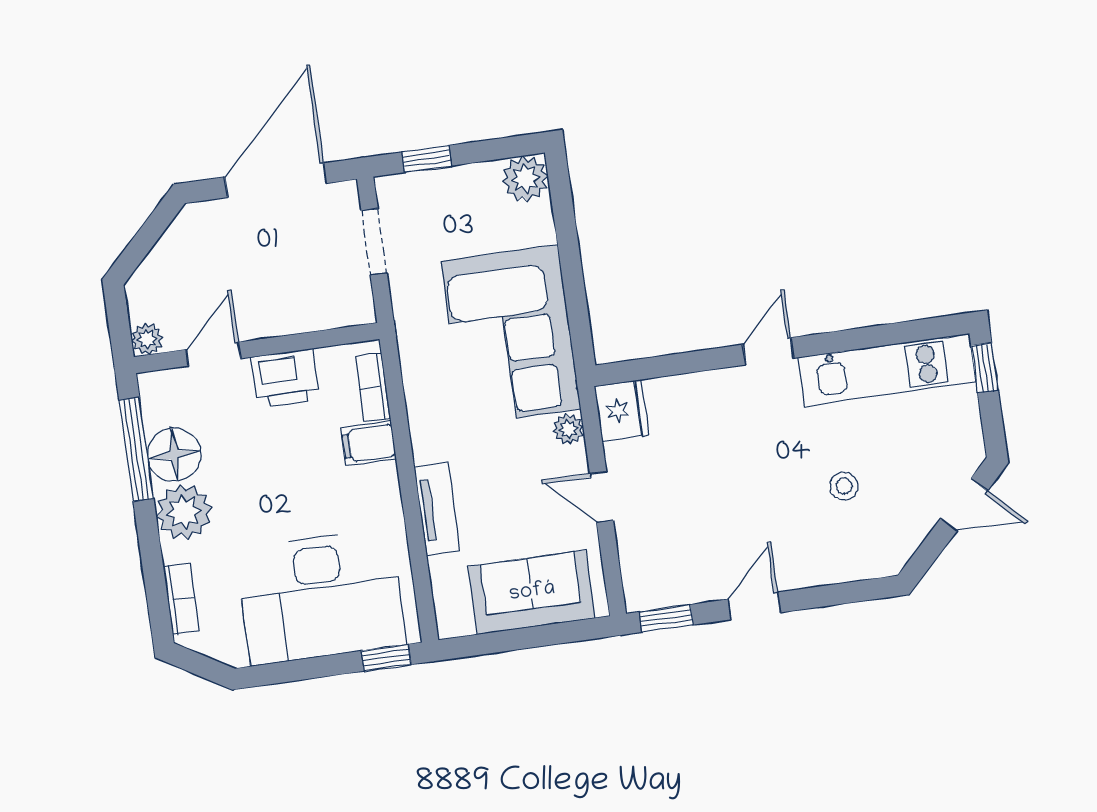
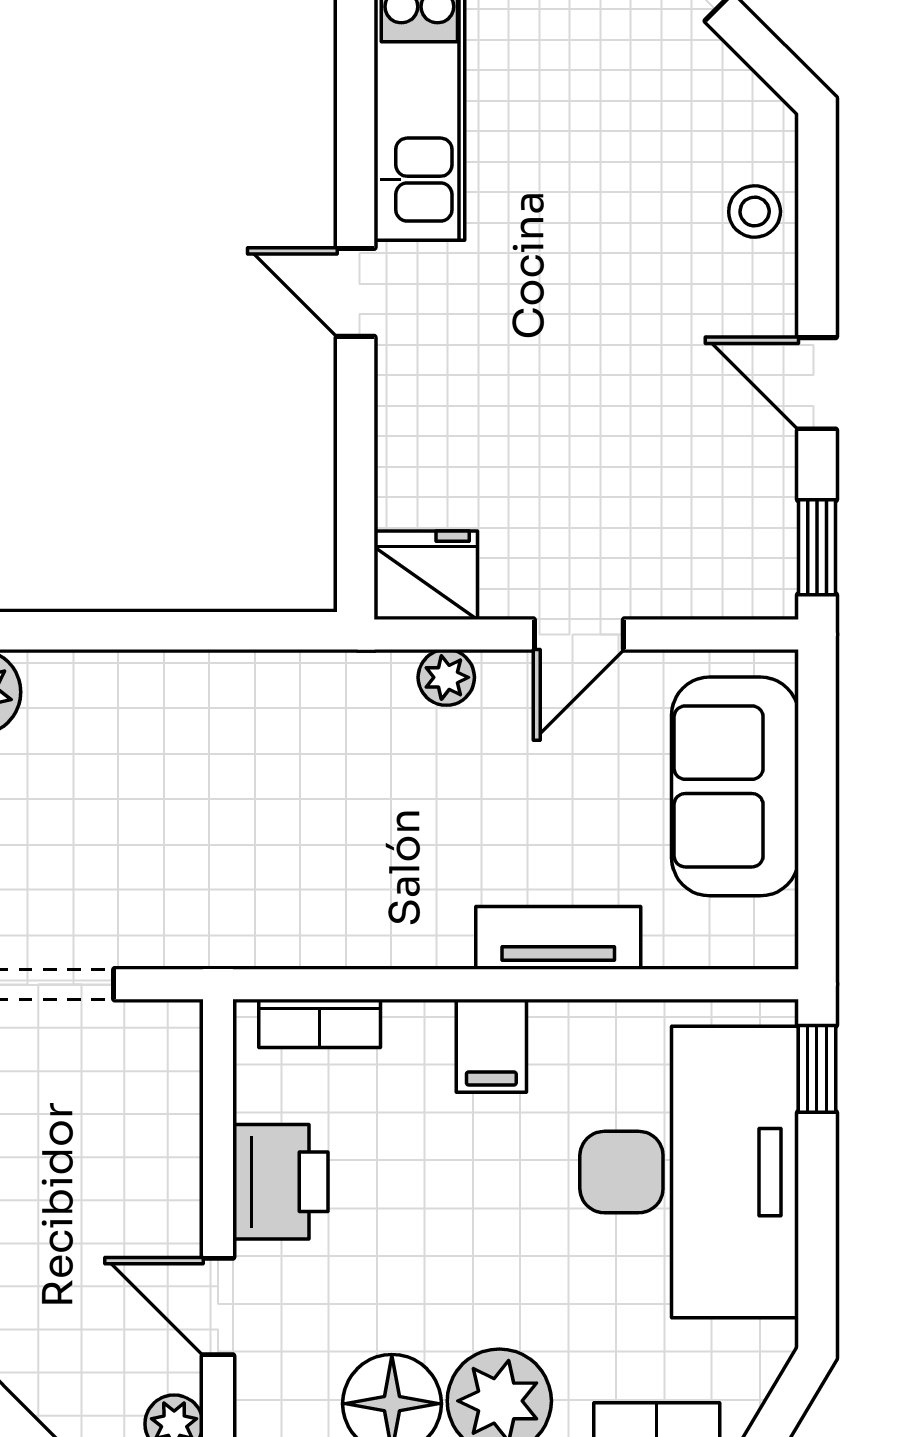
corner sofa: (511, 335) -> (259, 758), removed
filing cabinet: (369, 444) -> (491, 1046), moved
stool: (844, 486) -> (755, 212), moved

